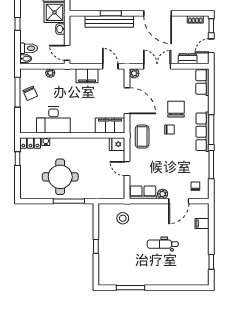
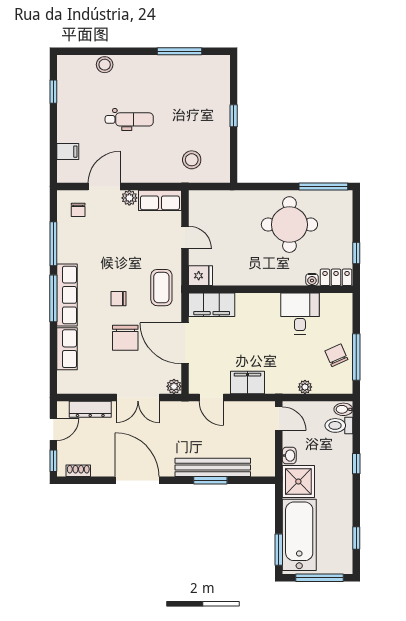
dresser: (188, 59) -> (90, 409), width x1.44
row of seats: (202, 82) -> (67, 349), moved
chair: (176, 109) -> (125, 338), moved
desk: (53, 120) -> (300, 313), width x0.73
window: (69, 201) -> (323, 187), moved
stool: (178, 279) -> (105, 65), added

